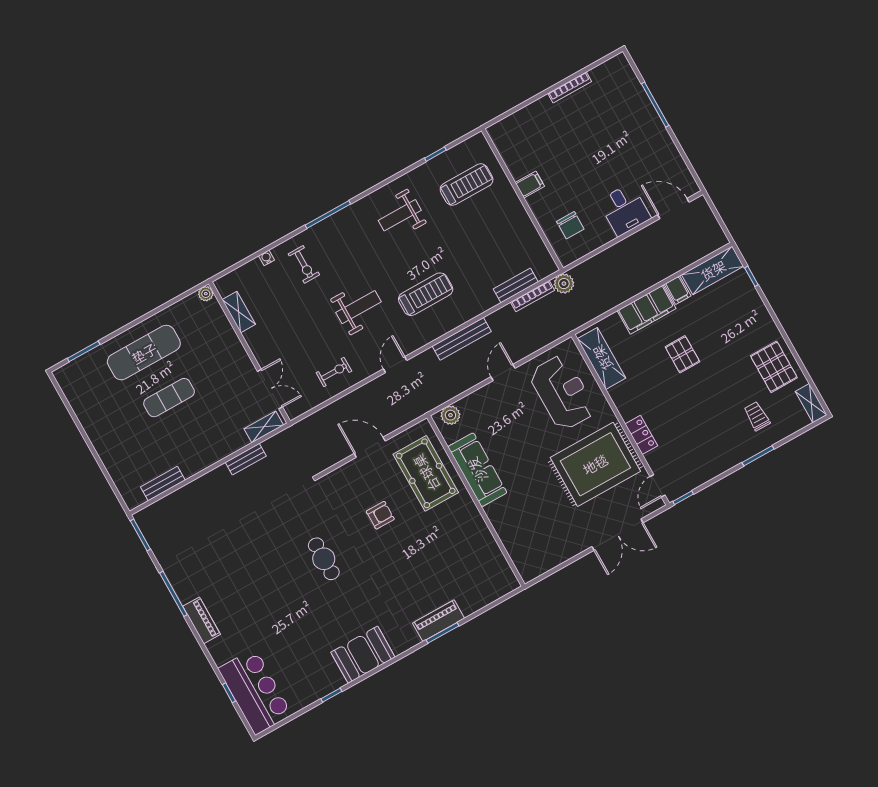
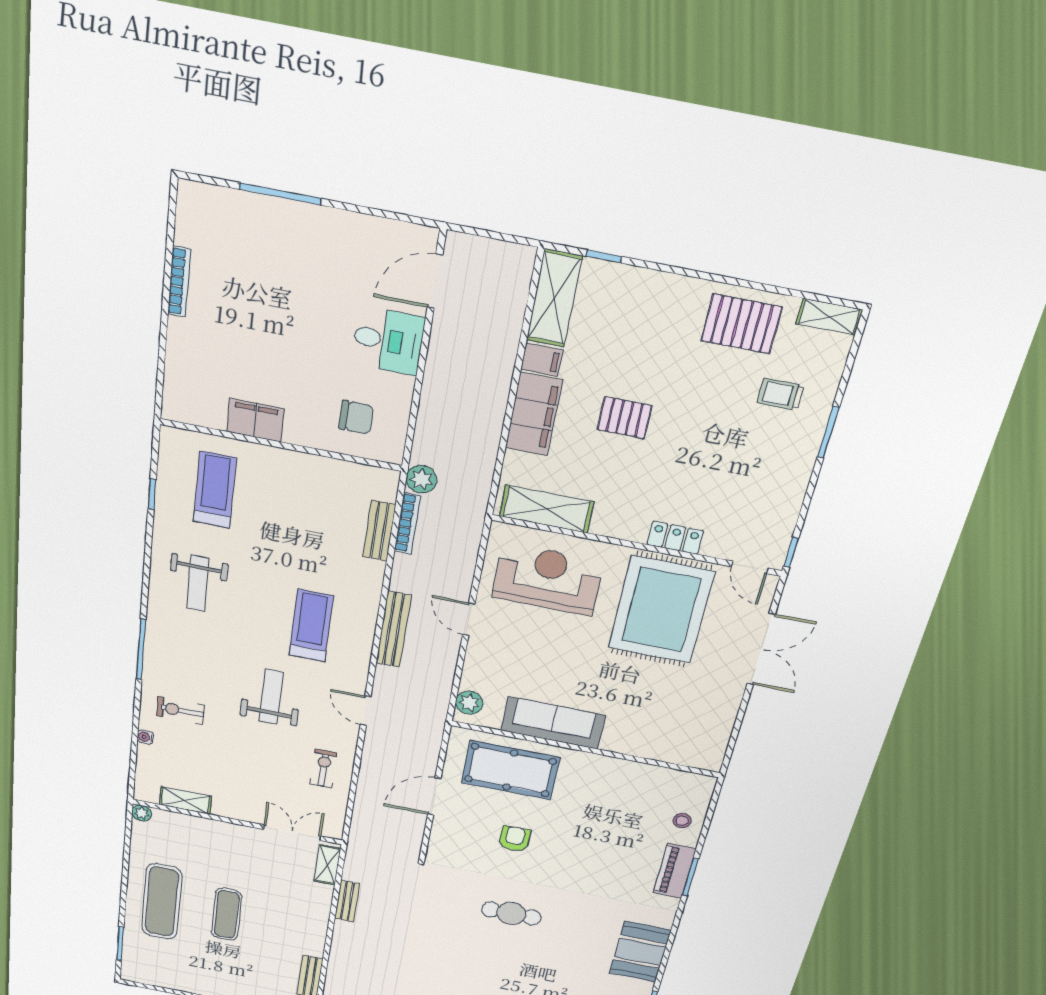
filing cabinet: (530, 184) -> (255, 420), width x2.00
exercise bike: (304, 264) -> (180, 710), turned 180
stool: (476, 593) -> (682, 821), added

